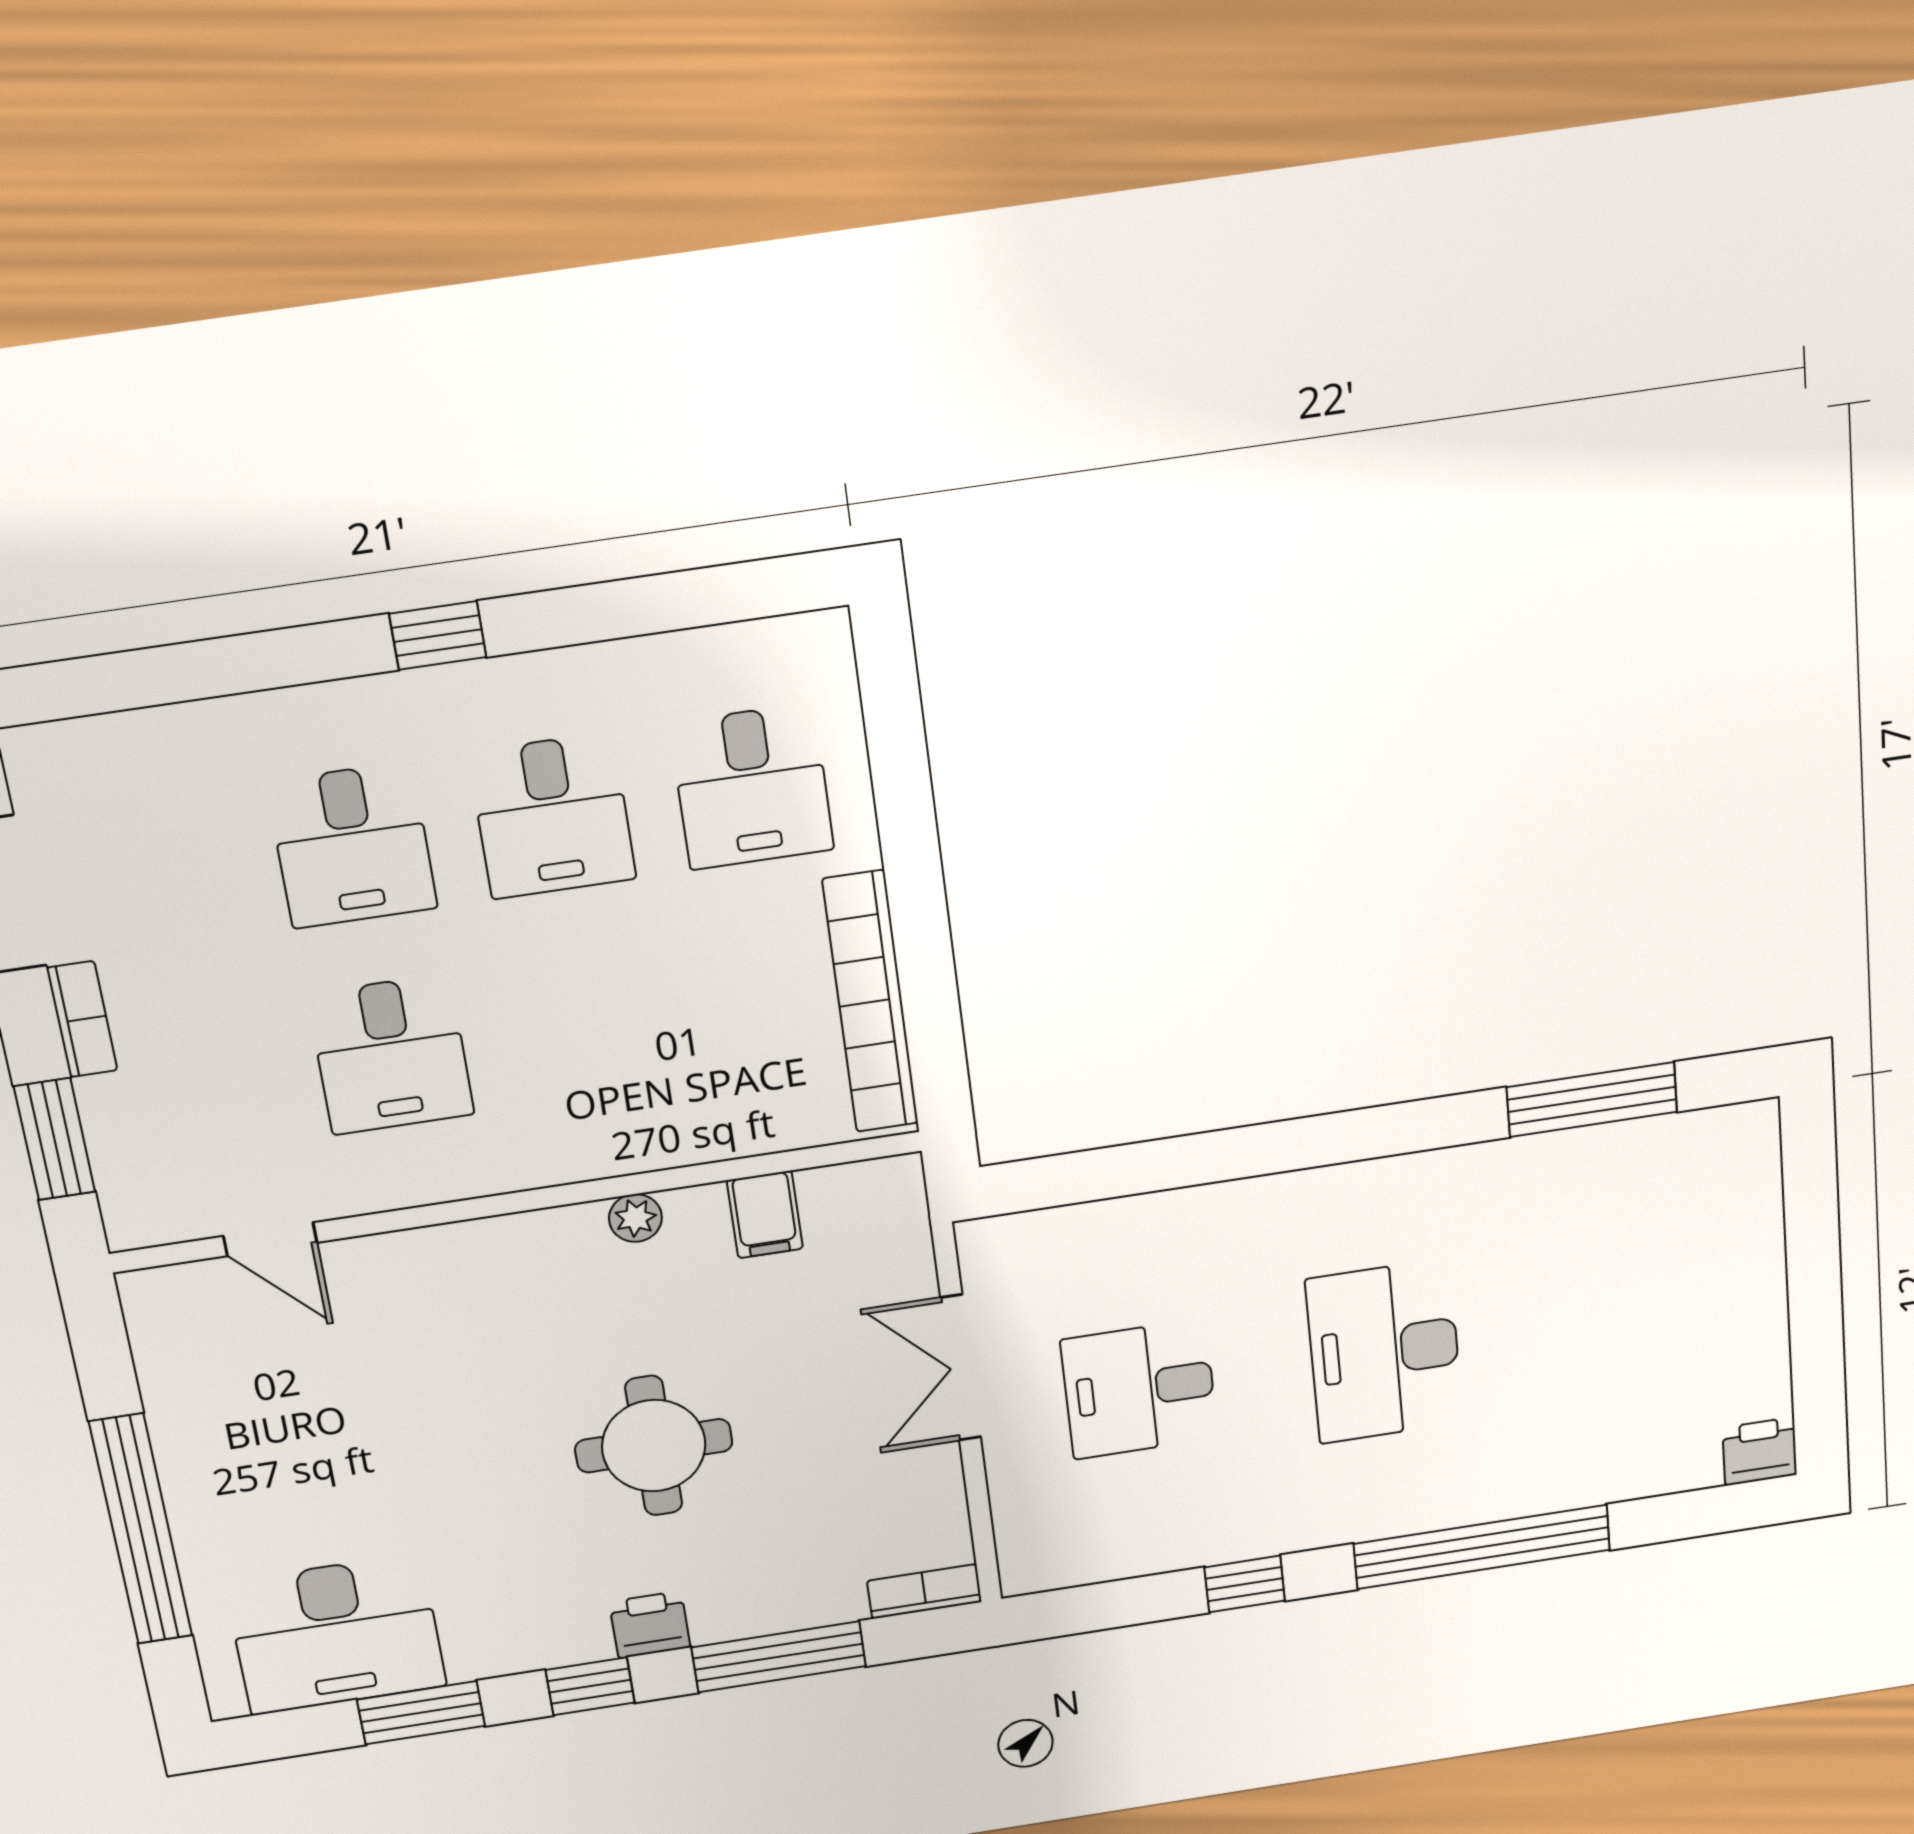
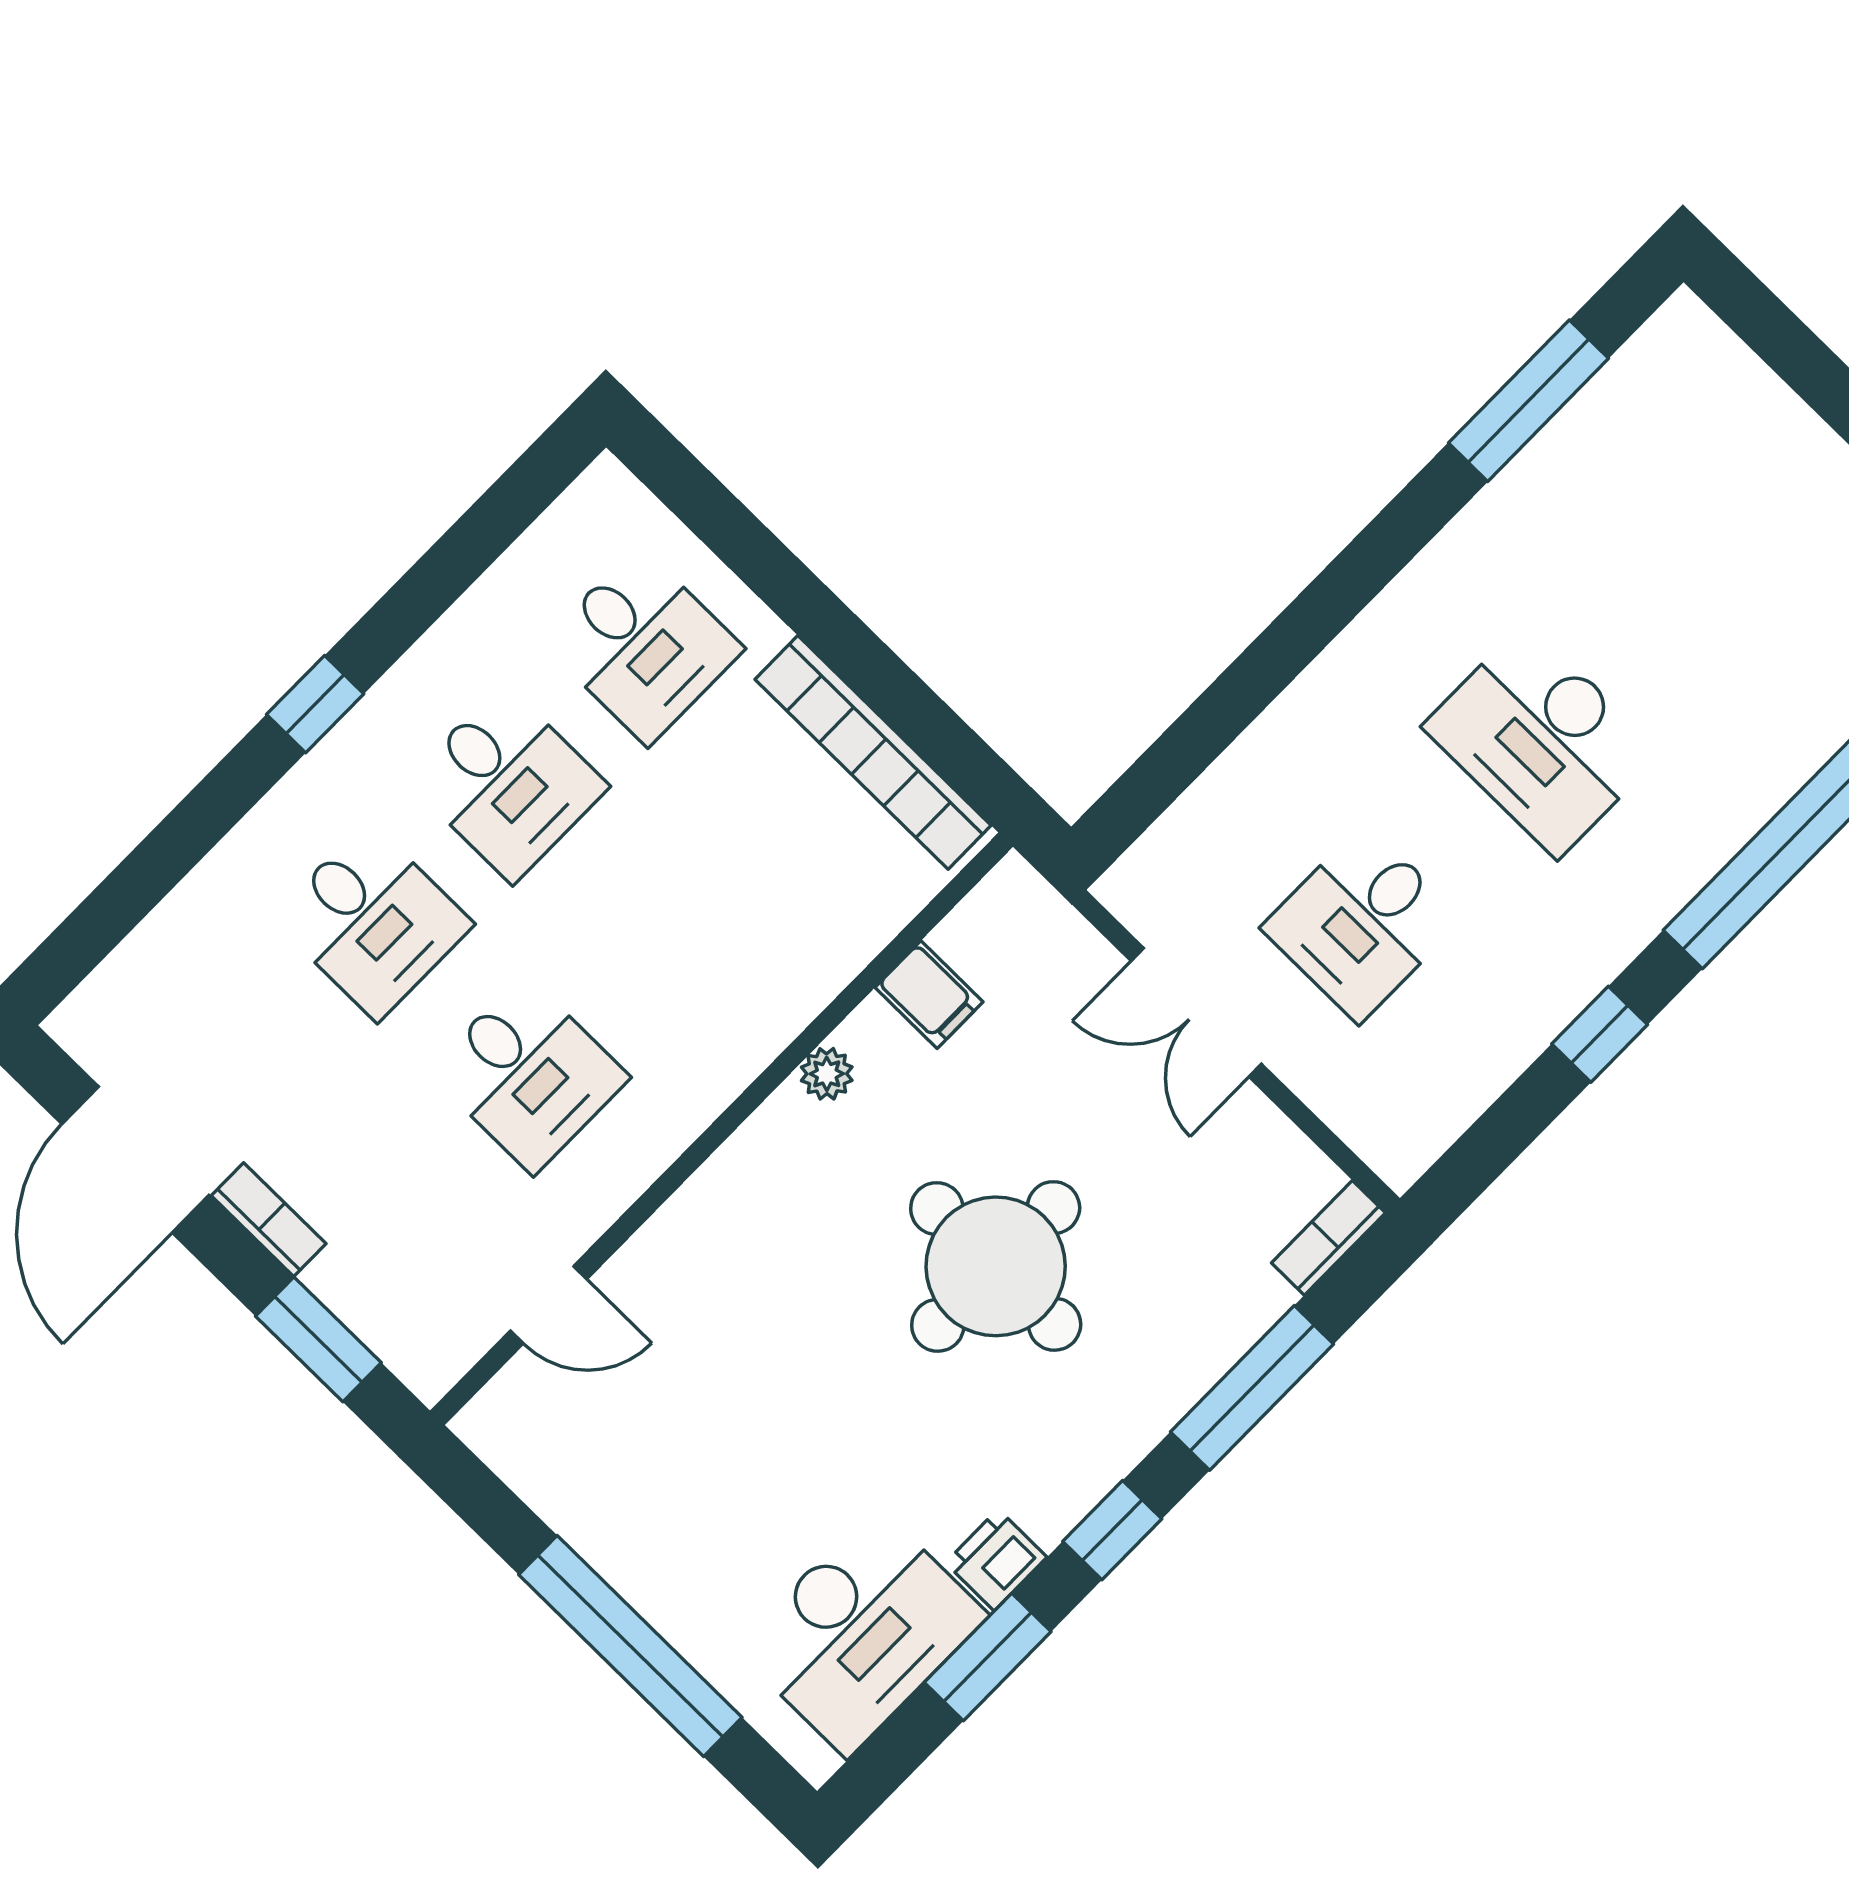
round table: (654, 1446) -> (996, 1266), width x1.36, depth x1.36
printer: (650, 1625) -> (996, 1560), moved

